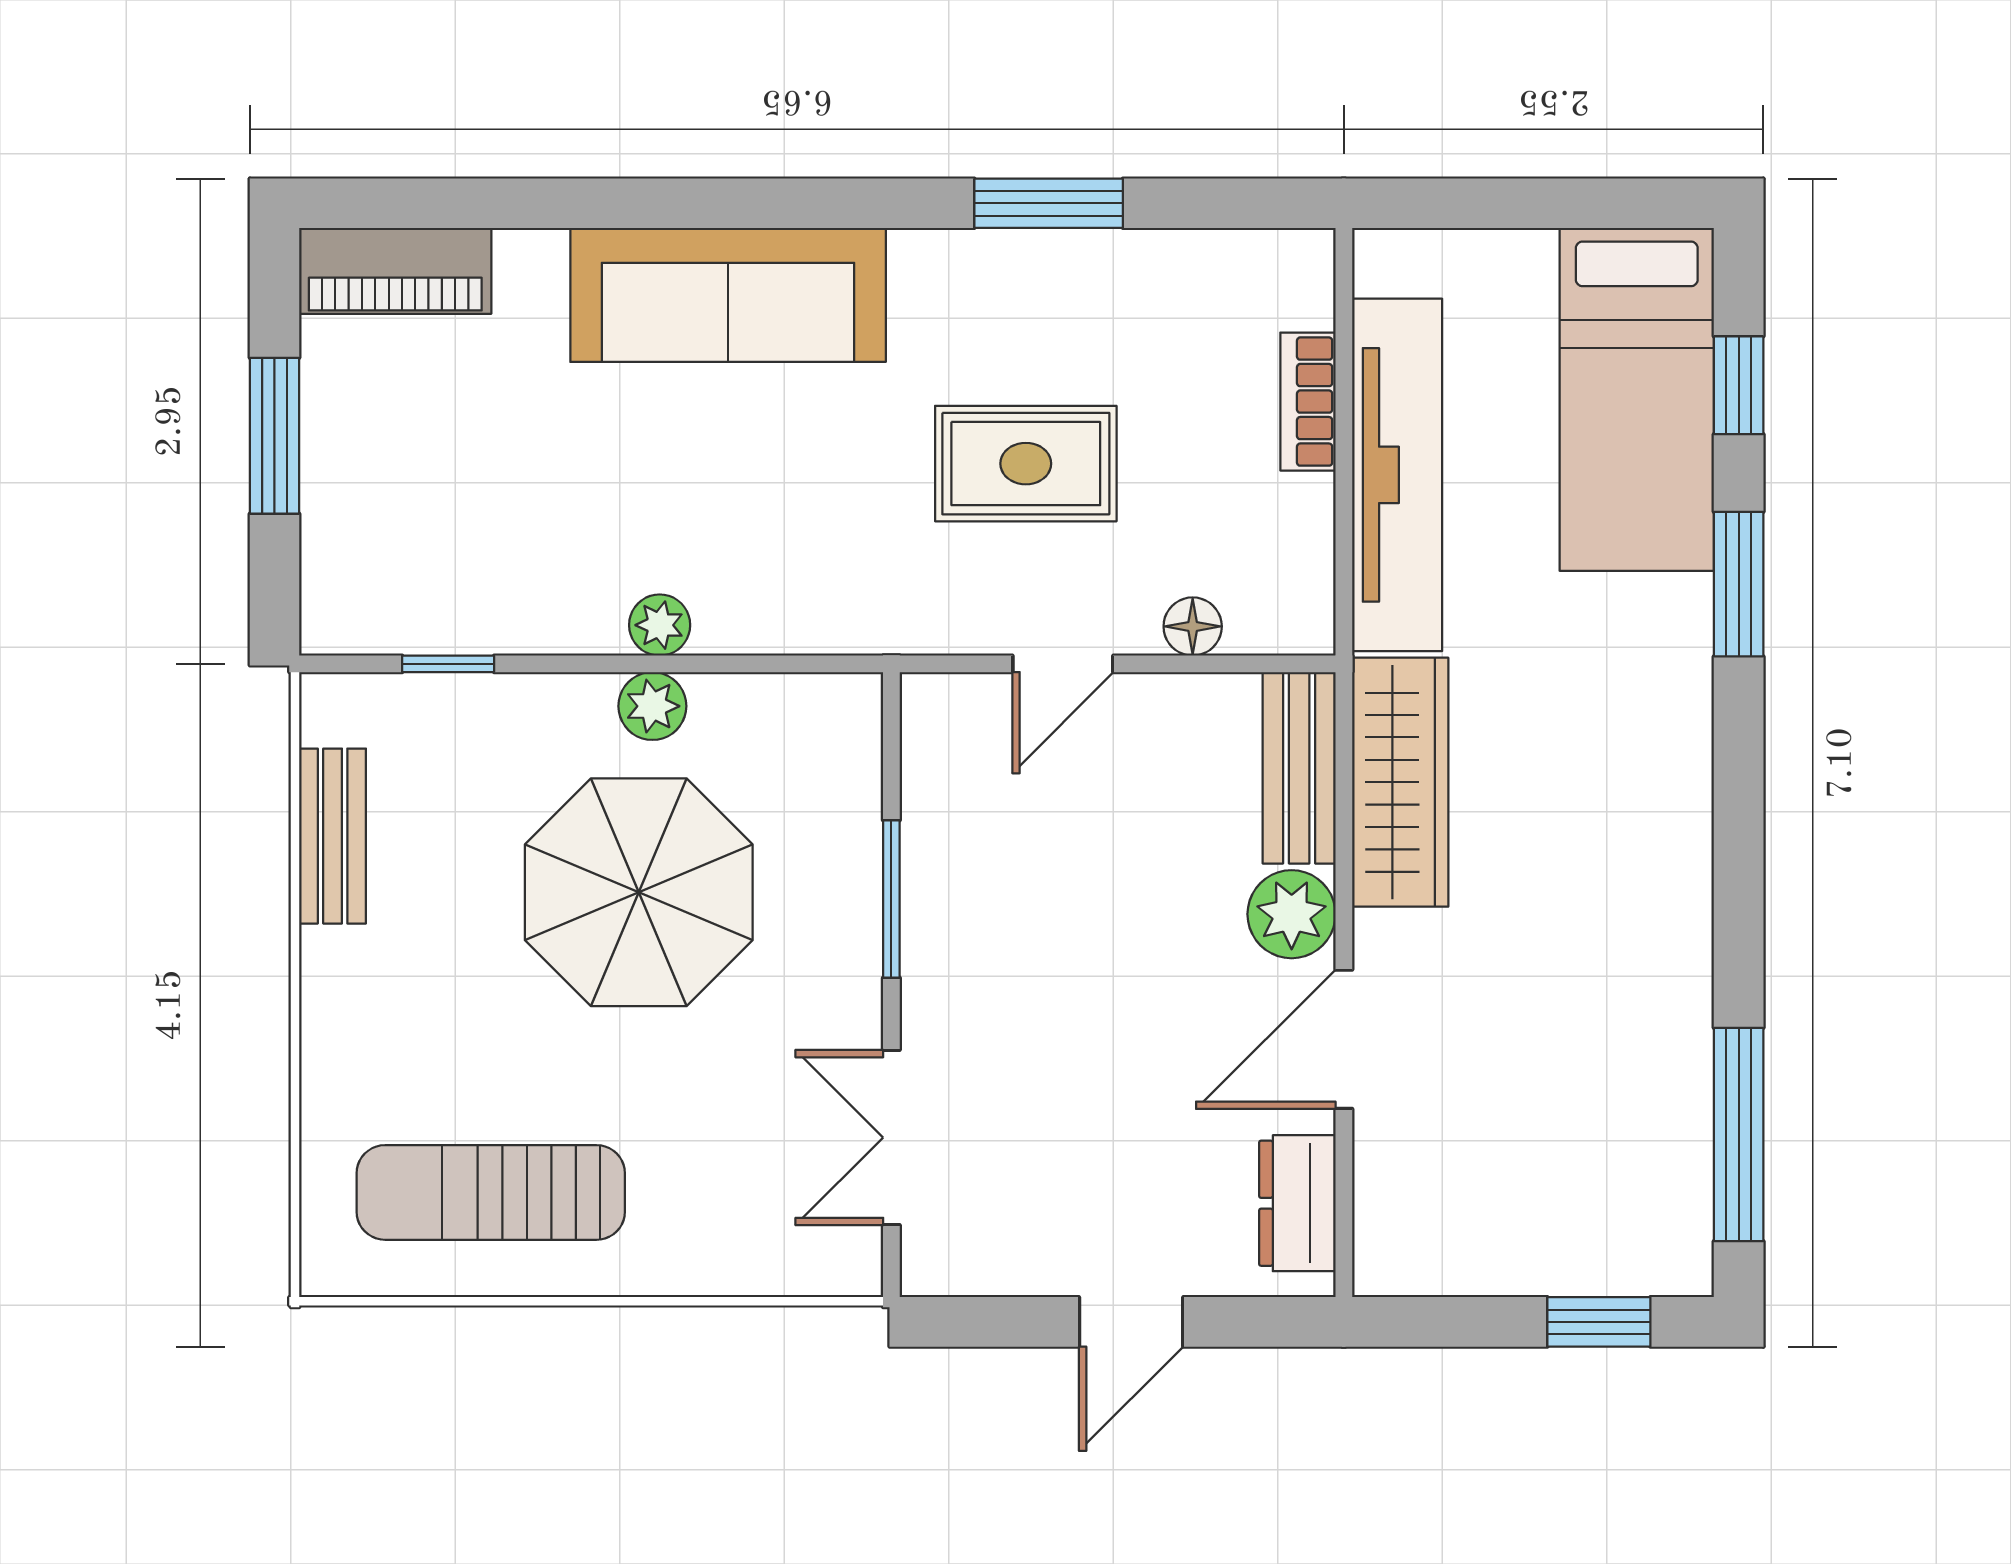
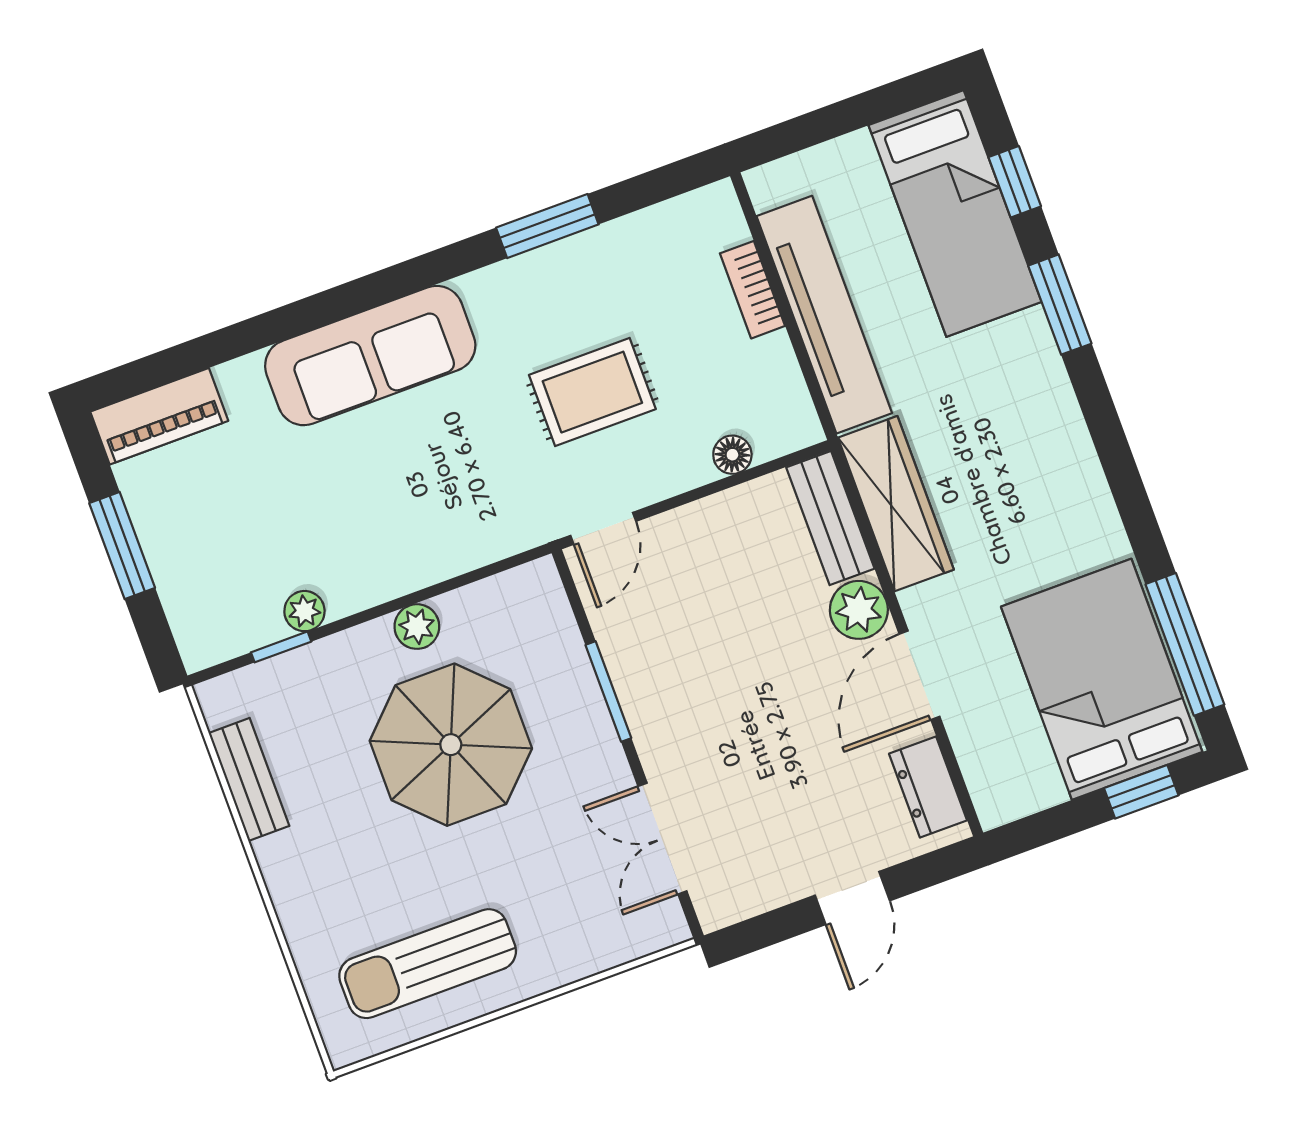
plant: (660, 625) -> (304, 611), moved
door: (1063, 664) -> (603, 528), moved
bed: (1602, 1141) -> (1102, 679), added

